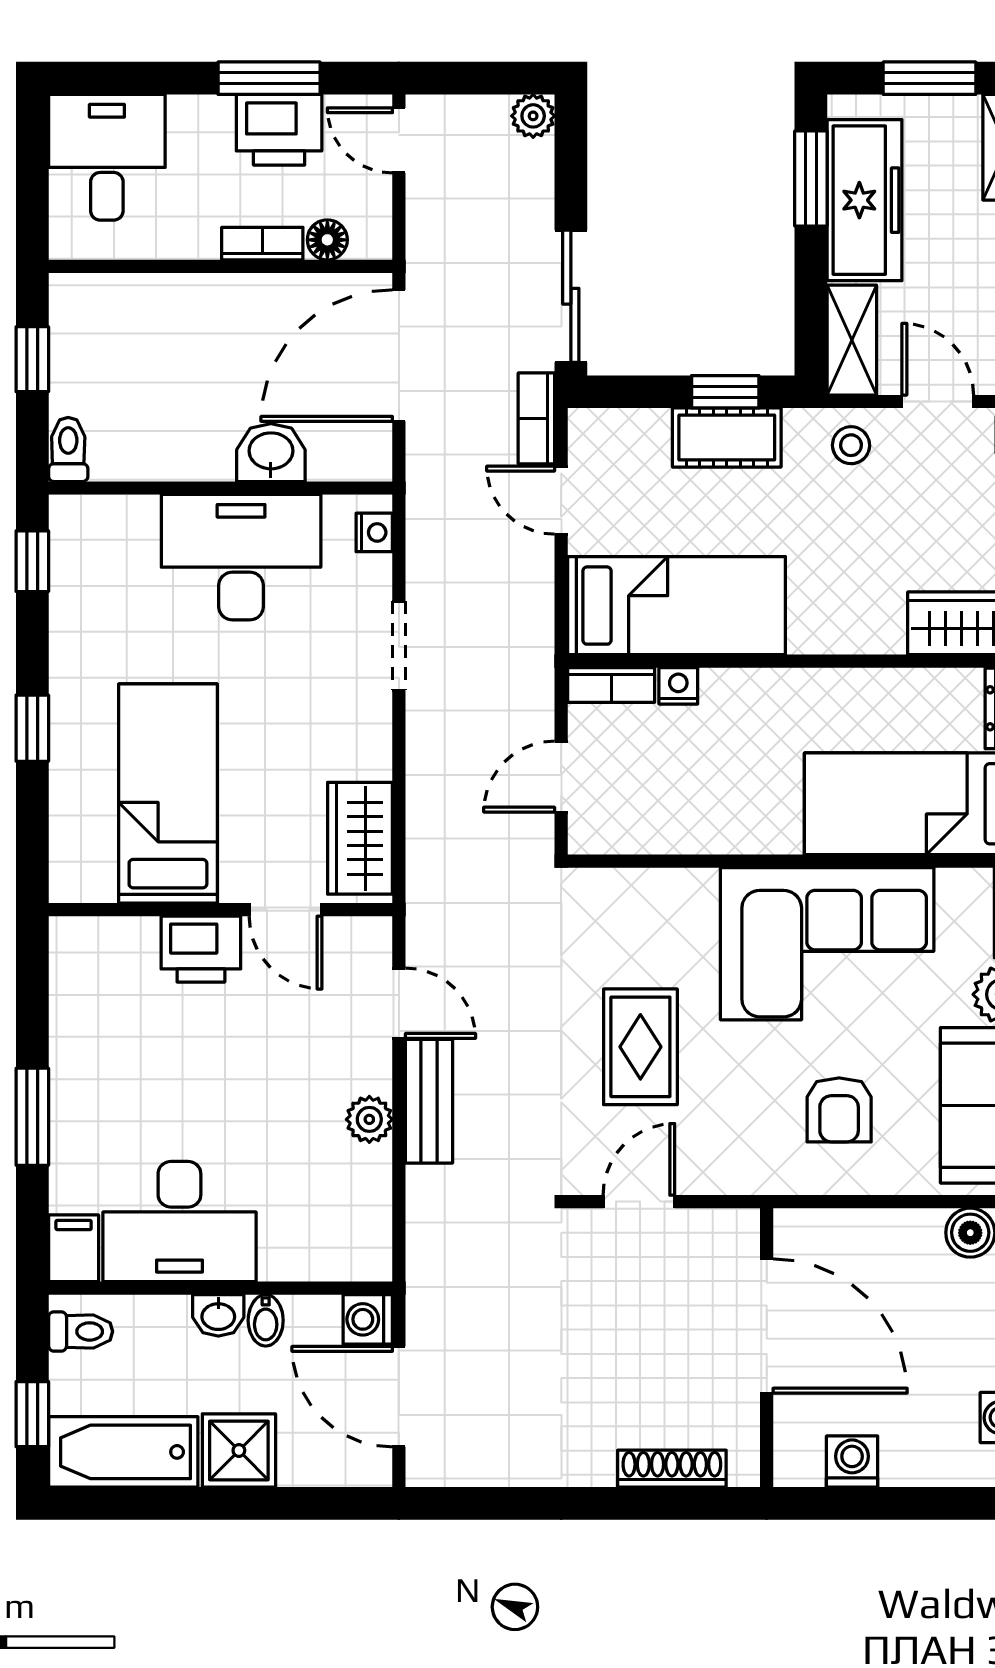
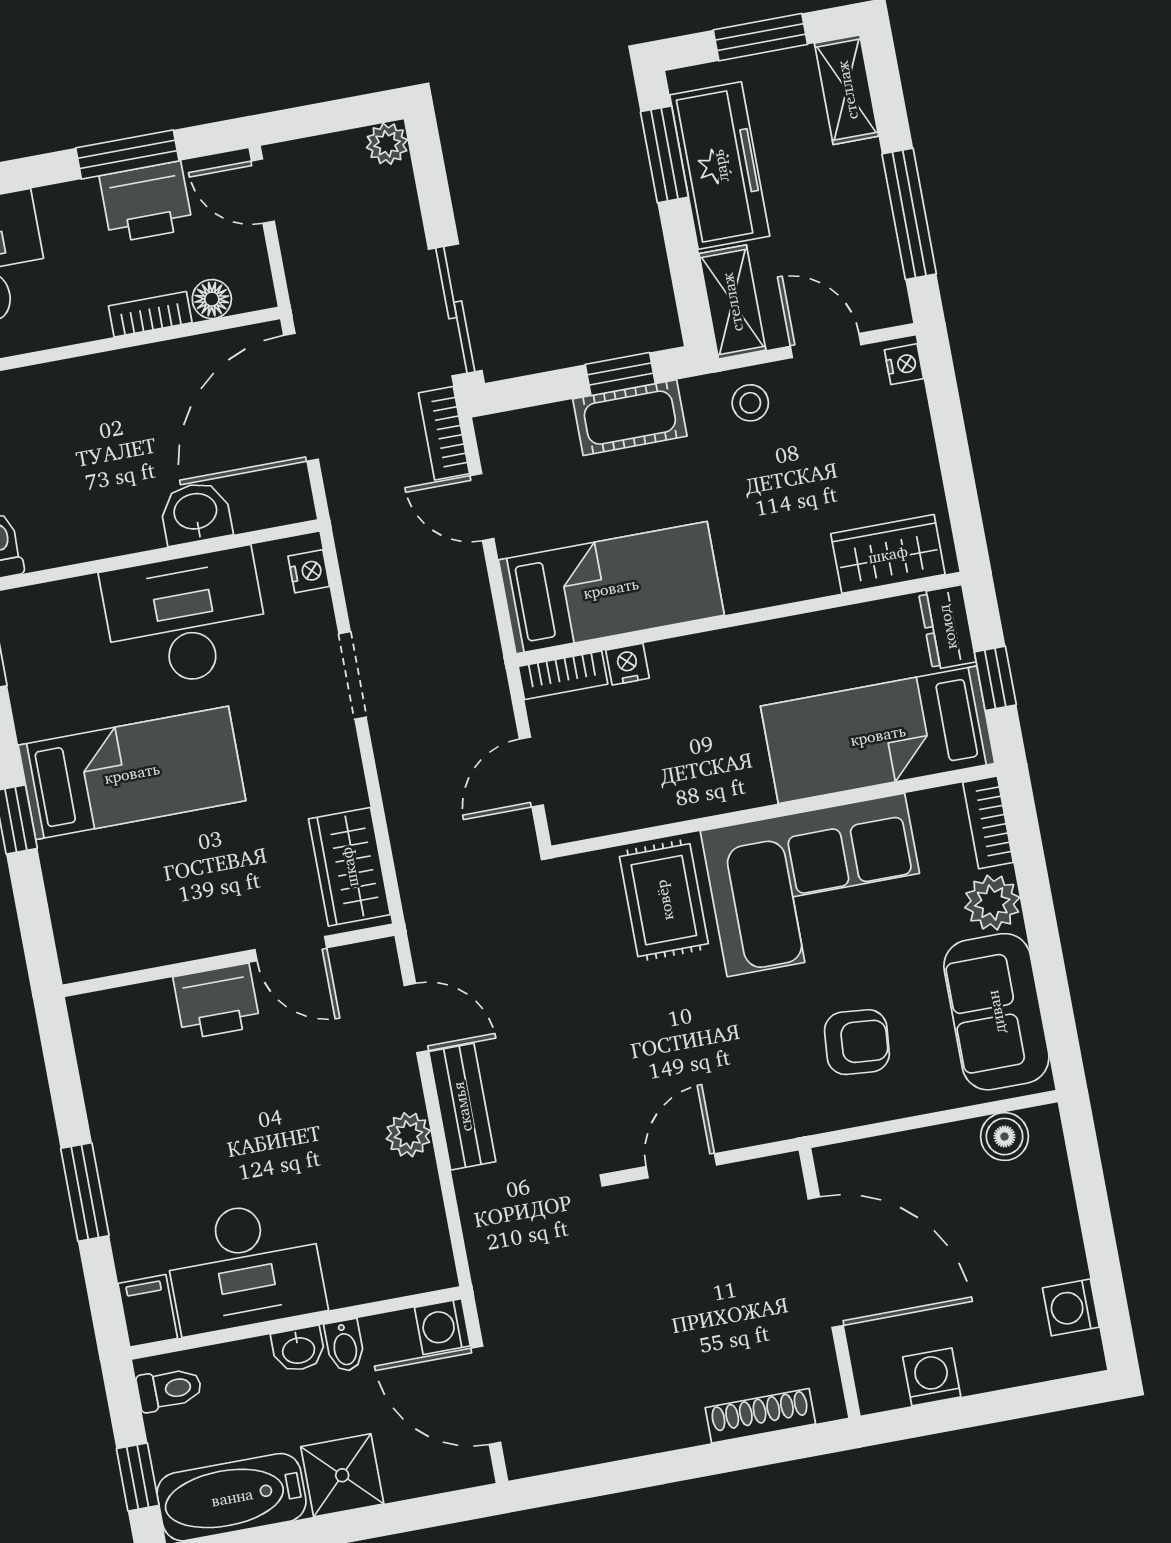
bed: (168, 794) -> (132, 773), moved, turned 90
rug: (640, 1047) -> (664, 900), moved
armchair: (839, 1110) -> (857, 1042), turned -85

